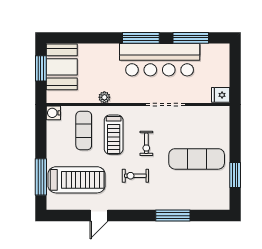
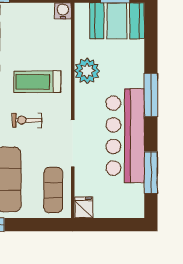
window: (141, 38) -> (151, 95), moved
plant: (104, 97) -> (87, 71), width x1.88, depth x1.88
exercise mat: (84, 130) -> (53, 190), moved, turned 90

